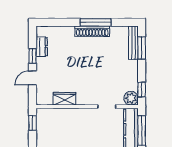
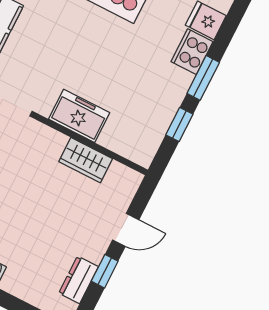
freezer: (77, 116) -> (79, 116), added
window: (32, 123) -> (179, 124), moved

